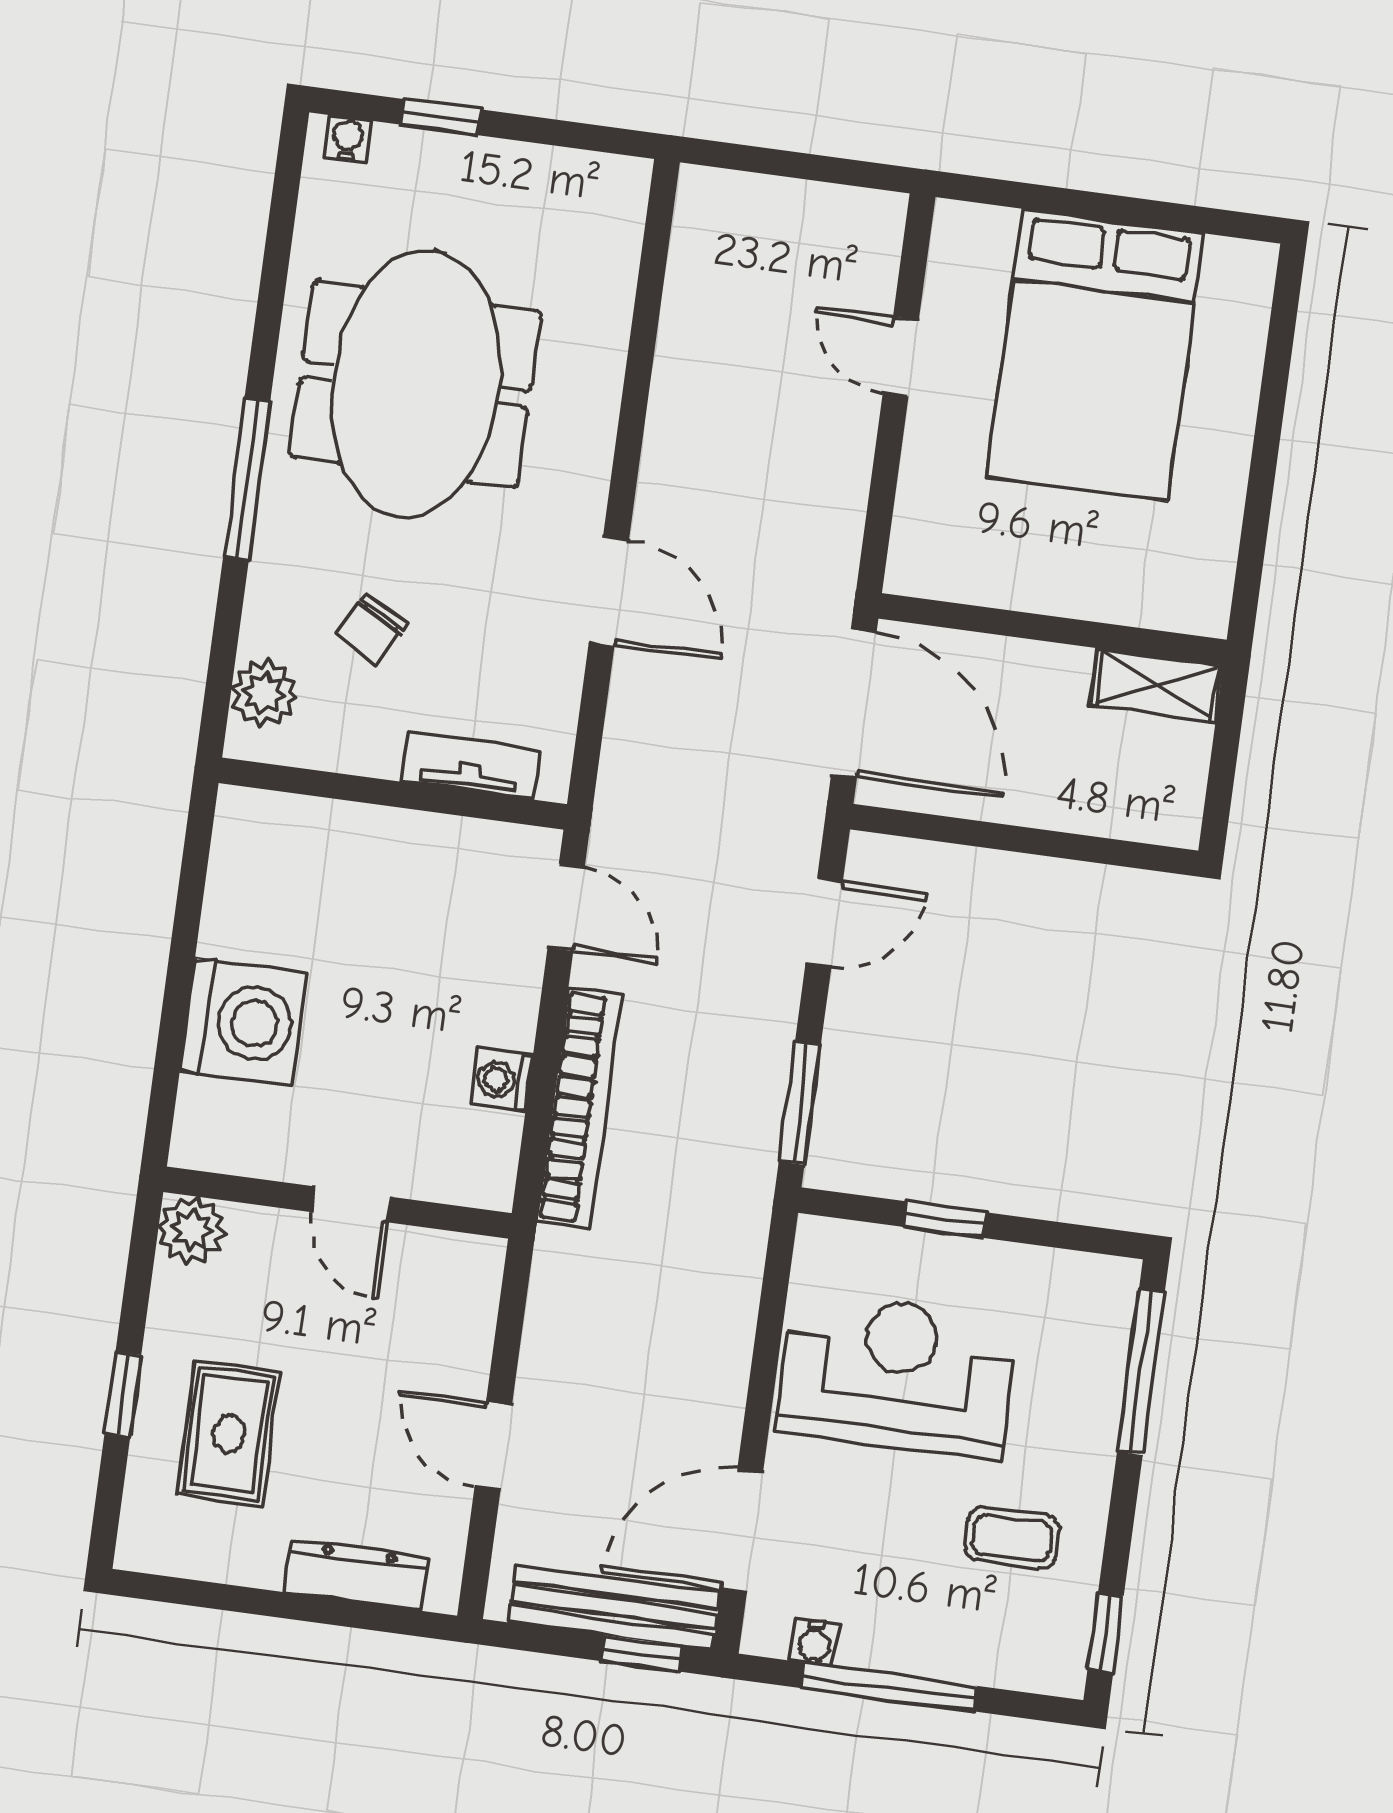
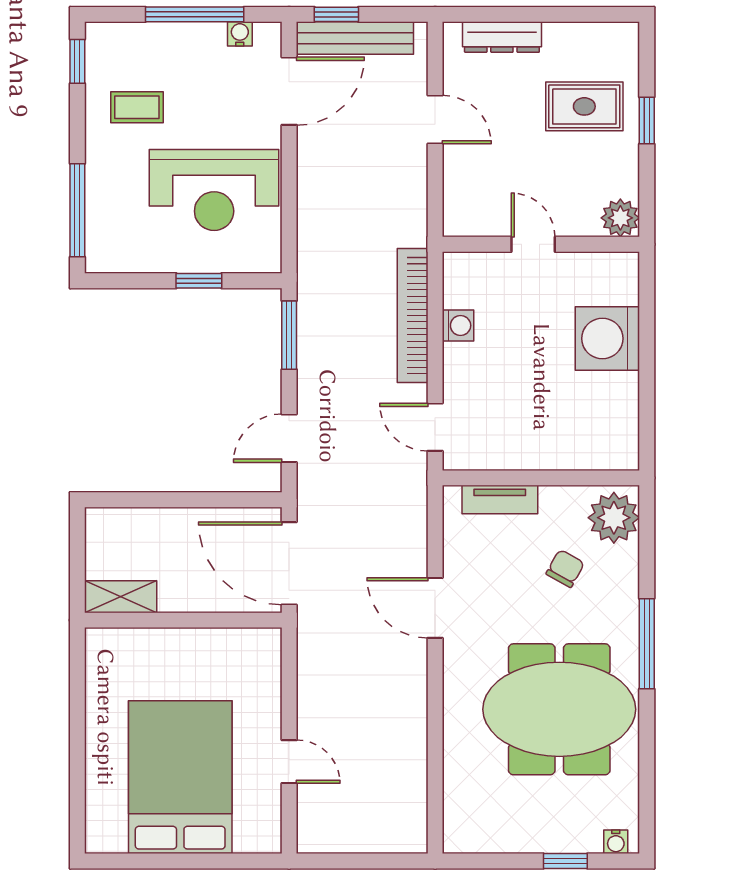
meeting table: (415, 384) -> (559, 709), turned 90
plant: (264, 693) -> (614, 518), width x1.36, depth x1.36
rug: (229, 1434) -> (584, 106), turned 90

